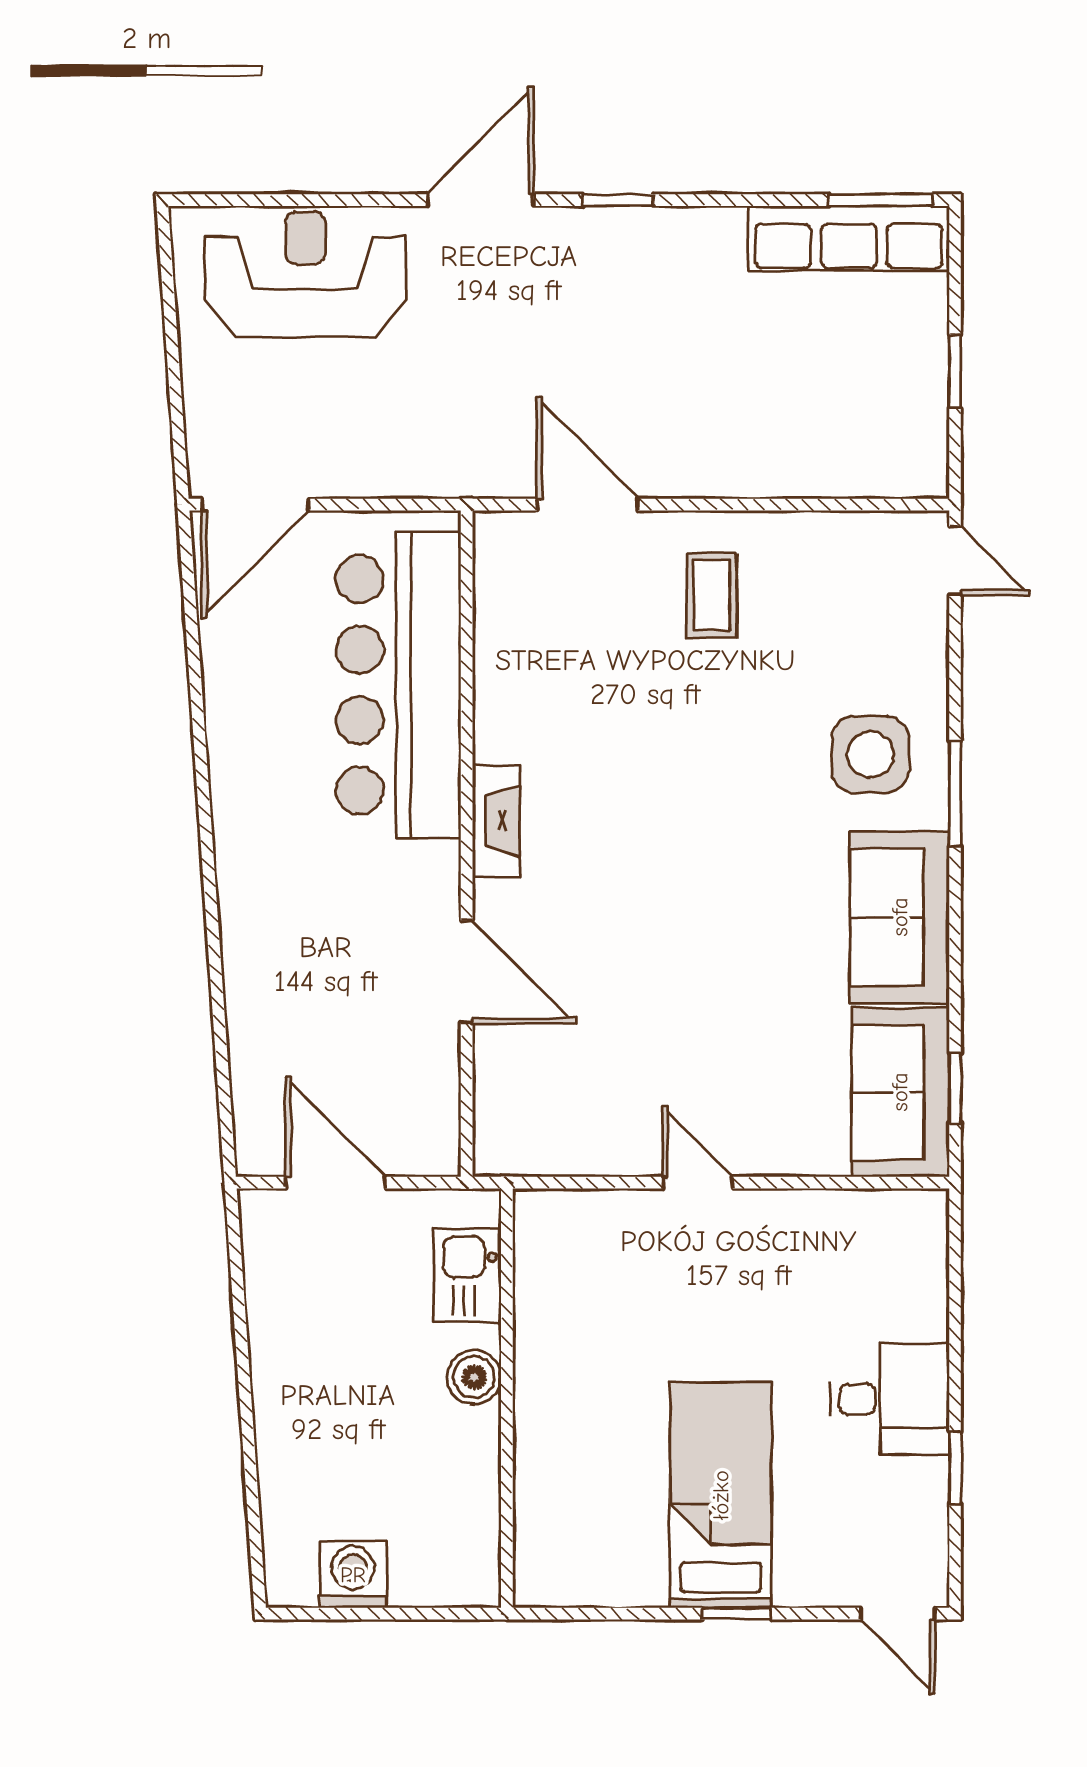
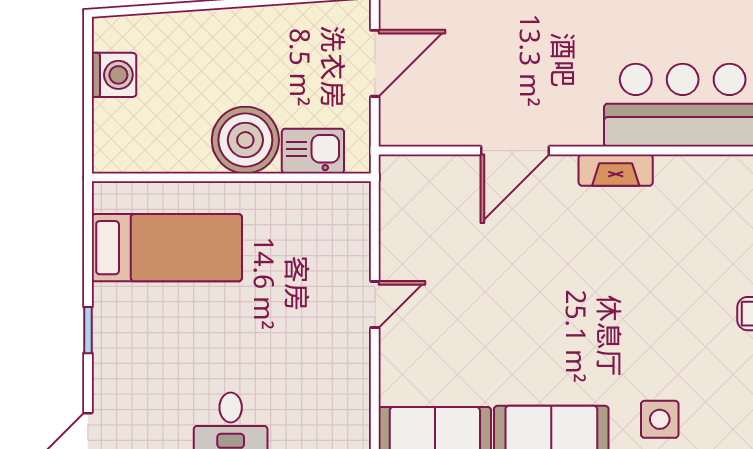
side table: (870, 754) -> (660, 419), width x0.73, depth x0.73
boiler: (474, 1377) -> (245, 140), width x1.86, depth x1.86
bed: (721, 1495) -> (167, 248), moved

